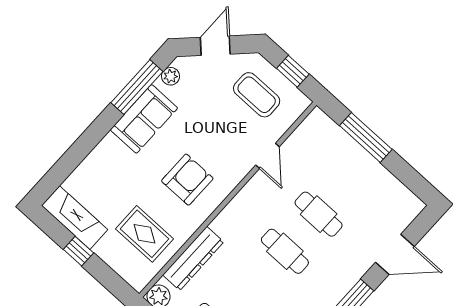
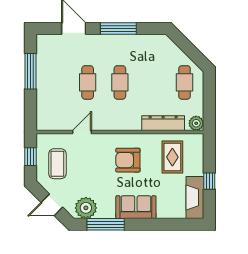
plant: (171, 76) -> (86, 208), width x1.87, depth x1.87
sofa: (144, 119) -> (136, 207), moved
window: (366, 137) -> (31, 71), moved

